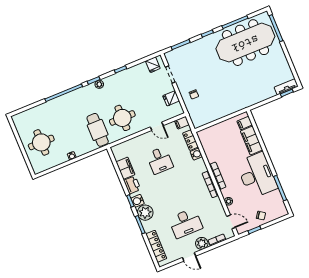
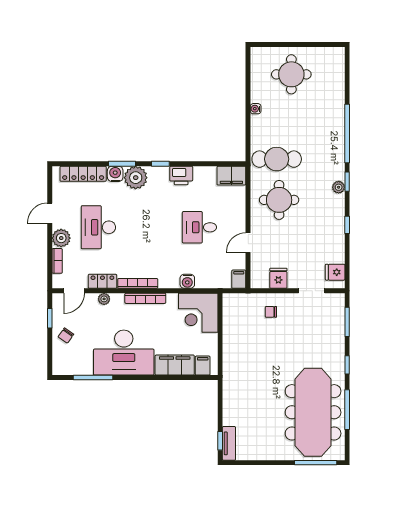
corner desk: (213, 139) -> (198, 313), added
locker: (191, 140) -> (102, 281), moved
filing cabinet: (125, 168) -> (231, 176), moved
water cooler: (138, 201) -> (115, 174), moved

